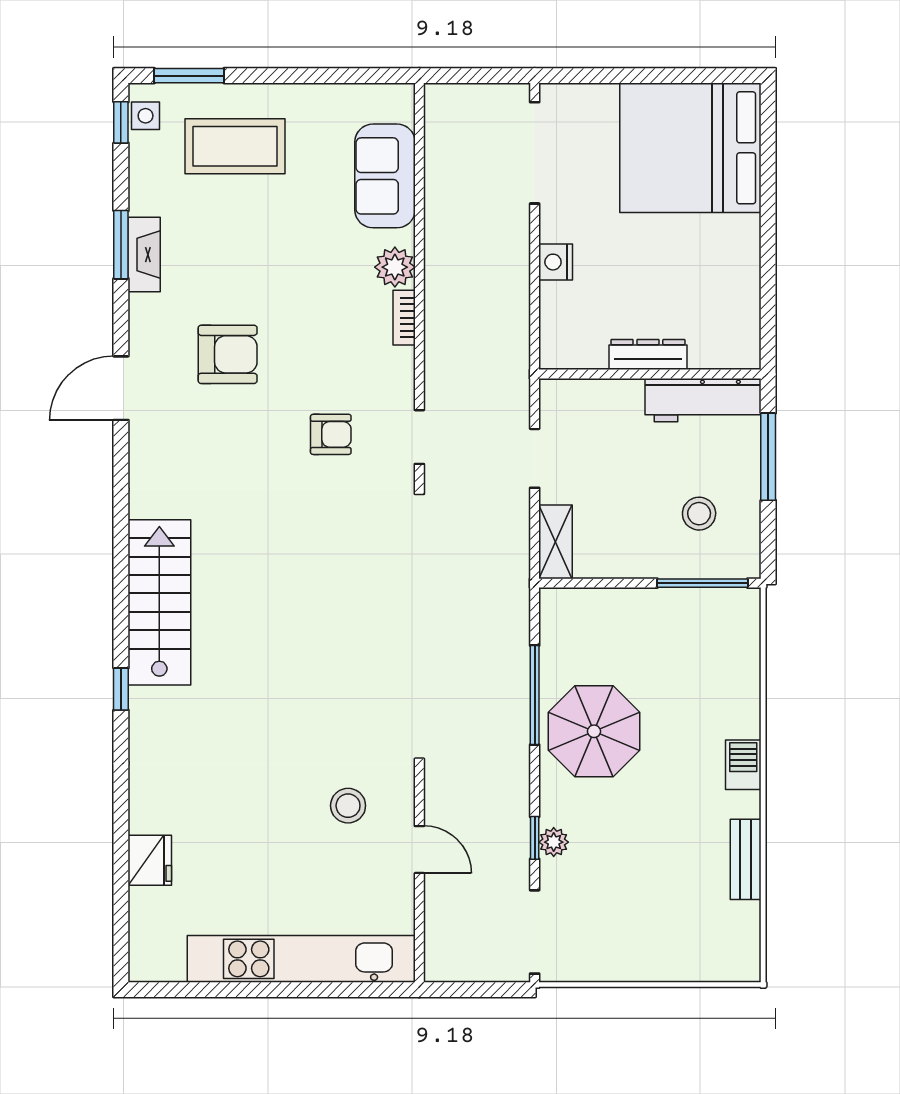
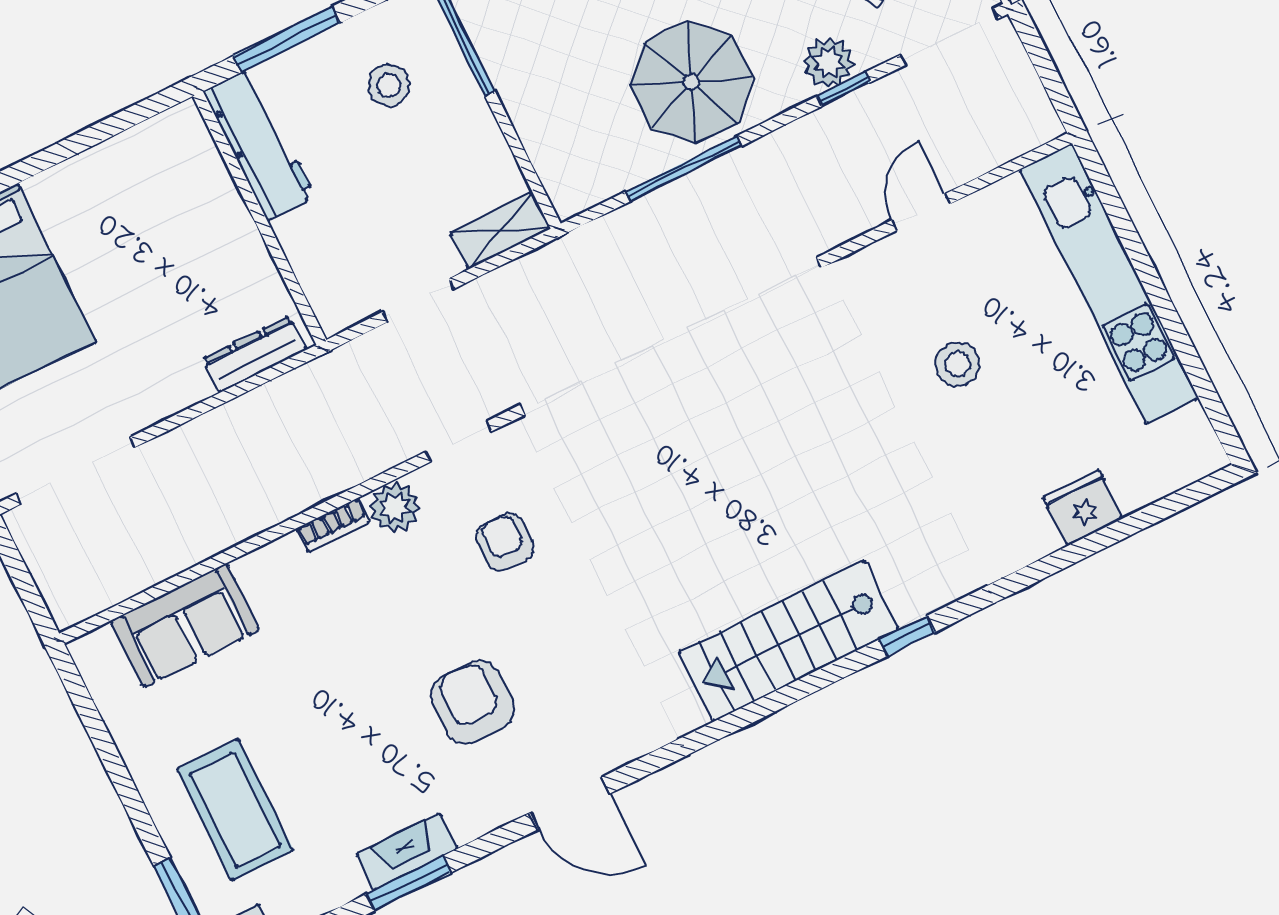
nightstand: (556, 262) -> (187, 386), removed
plant: (395, 267) -> (395, 507), moved
dresser: (648, 355) -> (254, 354), moved, turned 90
stool: (348, 806) -> (958, 364), moved
plant: (554, 842) -> (829, 63), width x1.38, depth x1.38

